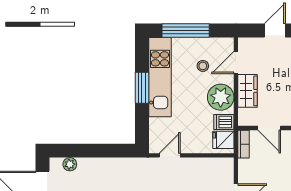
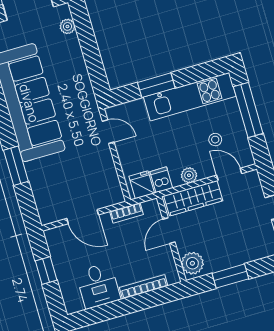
window: (142, 88) -> (156, 85), moved
wardrobe: (248, 91) -> (193, 198), width x1.50
plant: (221, 97) -> (189, 175), width x0.53, depth x0.53
bookcase: (244, 144) -> (126, 213), moved

